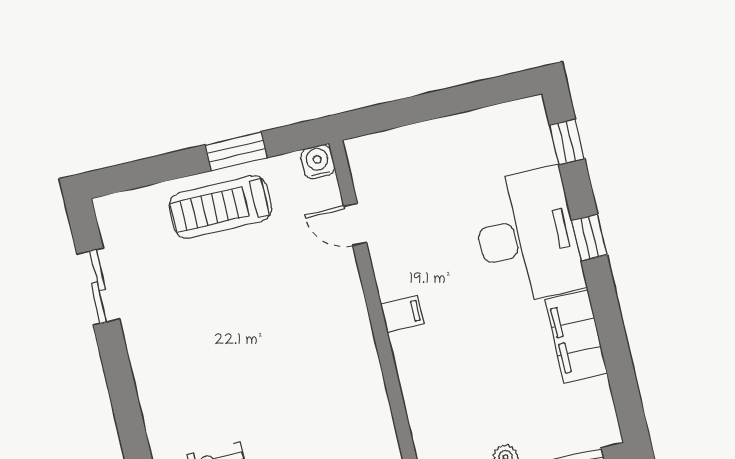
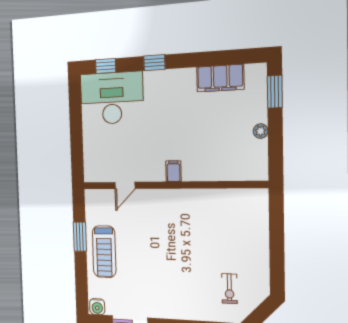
water cooler: (318, 162) -> (97, 307), moved, turned -90
desk: (527, 236) -> (112, 98), moved
filing cabinet: (576, 337) -> (220, 78), moved

